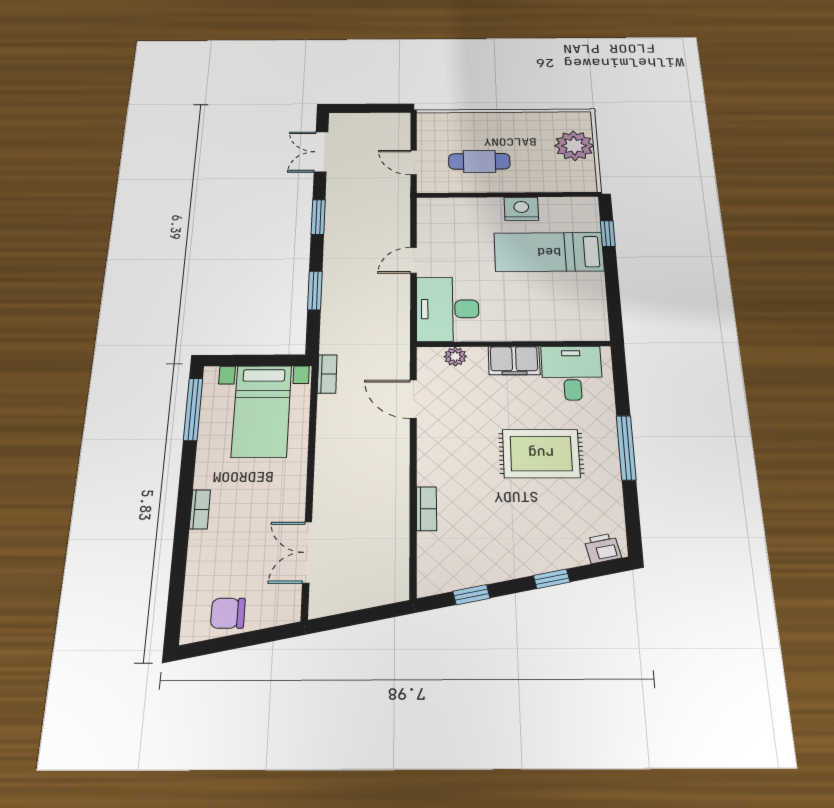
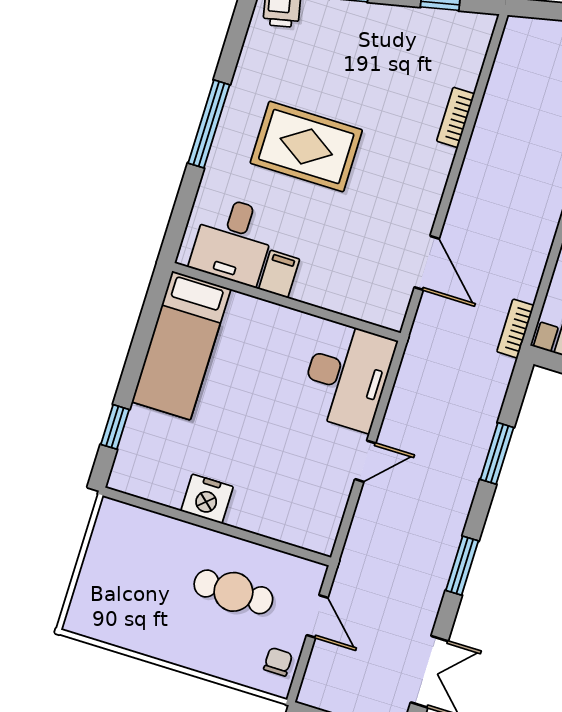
chair: (431, 131) -> (278, 662), added
plant: (574, 146) -> (104, 579), removed
bed: (549, 252) -> (181, 345), moved, turned 90
plant: (455, 356) -> (360, 306), removed
filing cabinet: (514, 361) -> (279, 274), width x0.50

